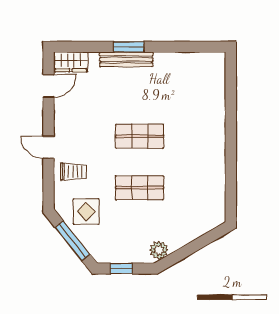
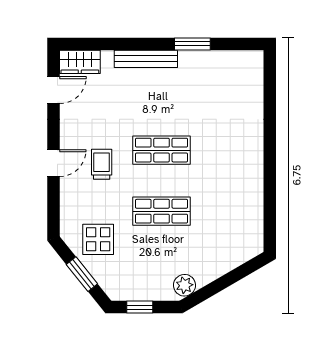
window: (129, 47) -> (192, 44), moved
door: (48, 147) -> (53, 163), swing flipped
trolley: (73, 172) -> (102, 164), moved, turned -90
window: (73, 241) -> (82, 274), width x0.69

